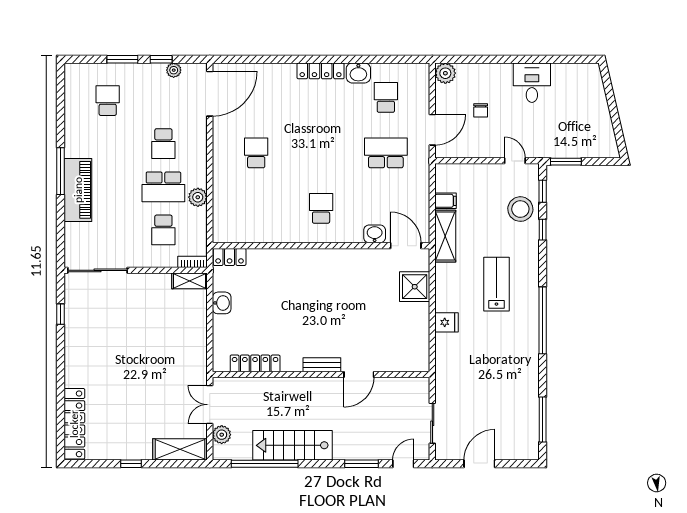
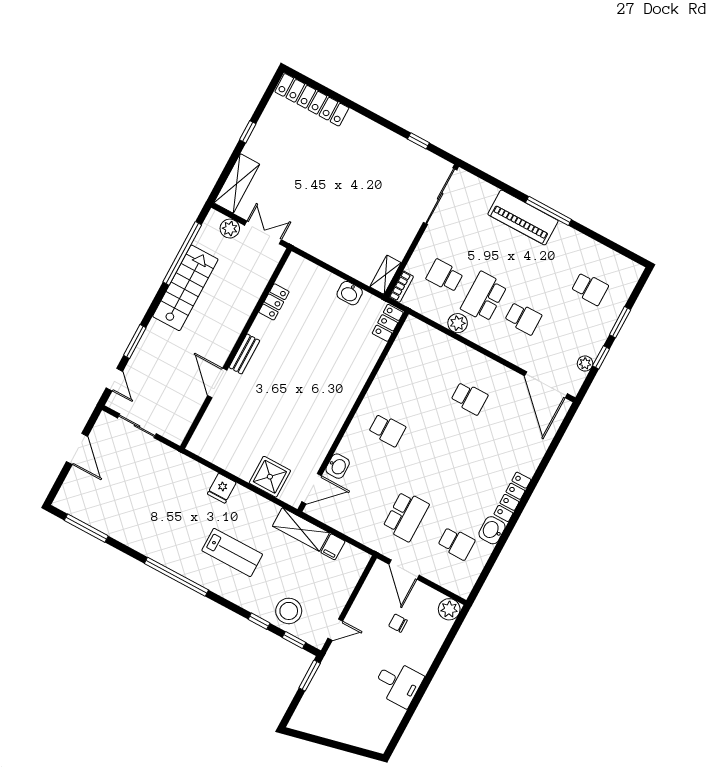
school desk: (163, 144) -> (523, 318), turned 180
locker: (255, 363) -> (274, 302), width x0.66

